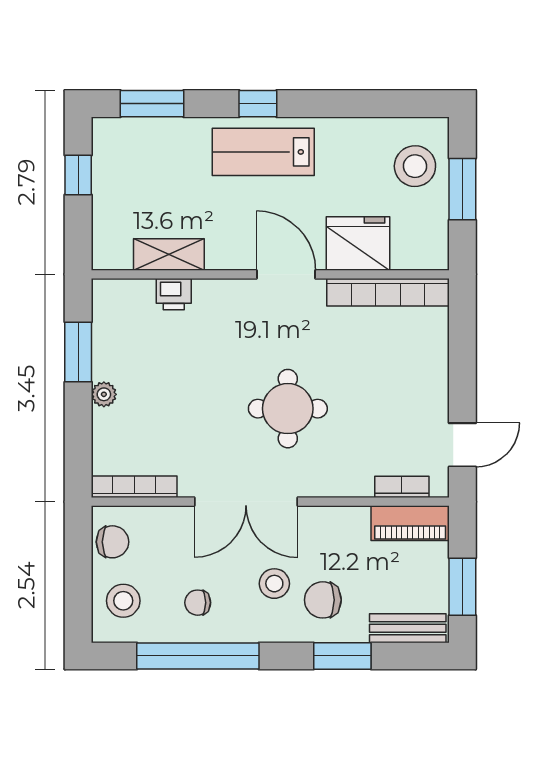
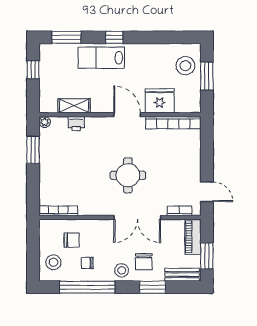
lab bench: (263, 152) -> (101, 58), moved
plant: (104, 394) -> (45, 122), moved
door: (462, 445) -> (207, 192), hinge flipped
double door: (246, 502) -> (137, 217), moved
piano: (410, 523) -> (193, 237), moved, turned 90
chair: (112, 542) -> (72, 240), moved
stool: (274, 584) -> (122, 270), moved
chair: (323, 600) -> (144, 262), turned -90

